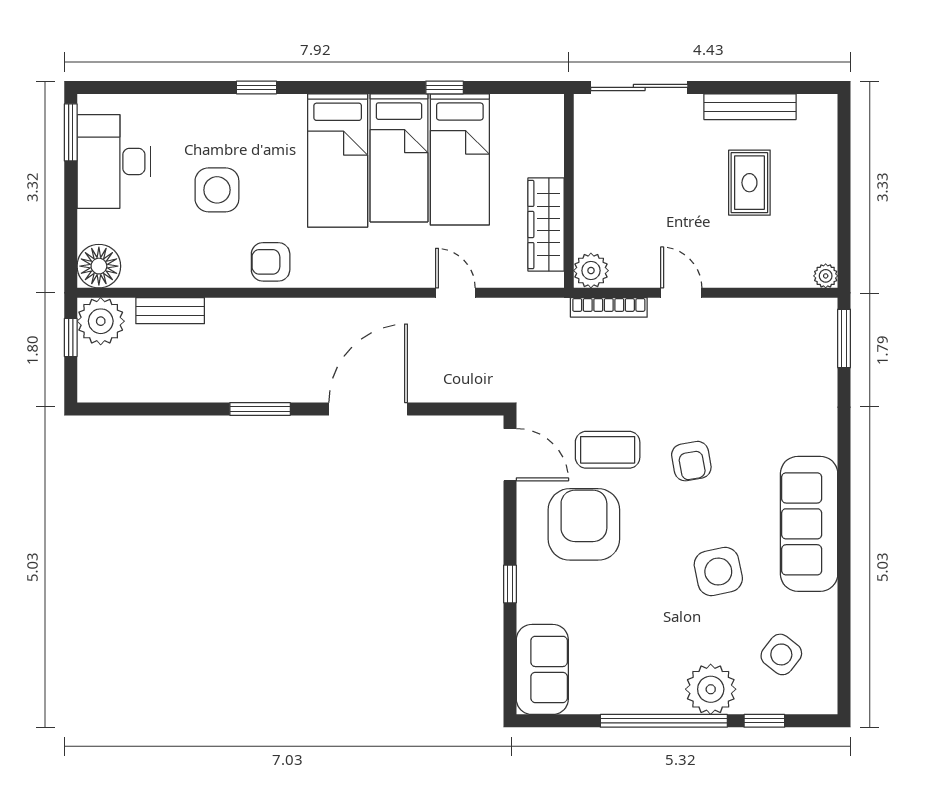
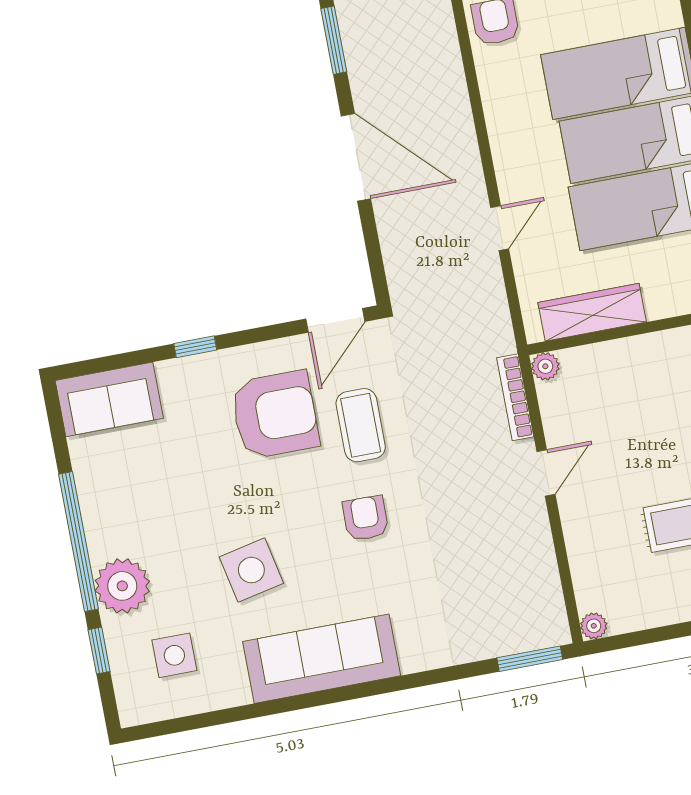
plant: (591, 271) -> (545, 366), width x0.73, depth x0.73
armchair: (691, 461) -> (366, 518), turned 101
side table: (781, 654) -> (174, 655), turned -38

